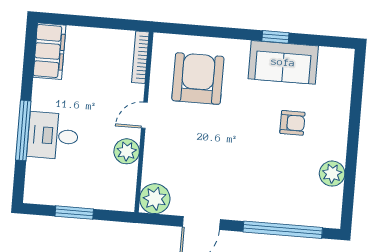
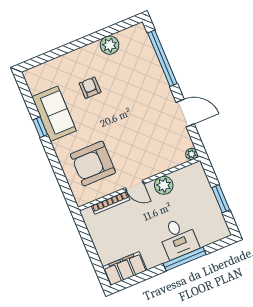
bookcase: (140, 57) -> (110, 203), moved
plant: (155, 199) -> (192, 154), width x0.53, depth x0.53

